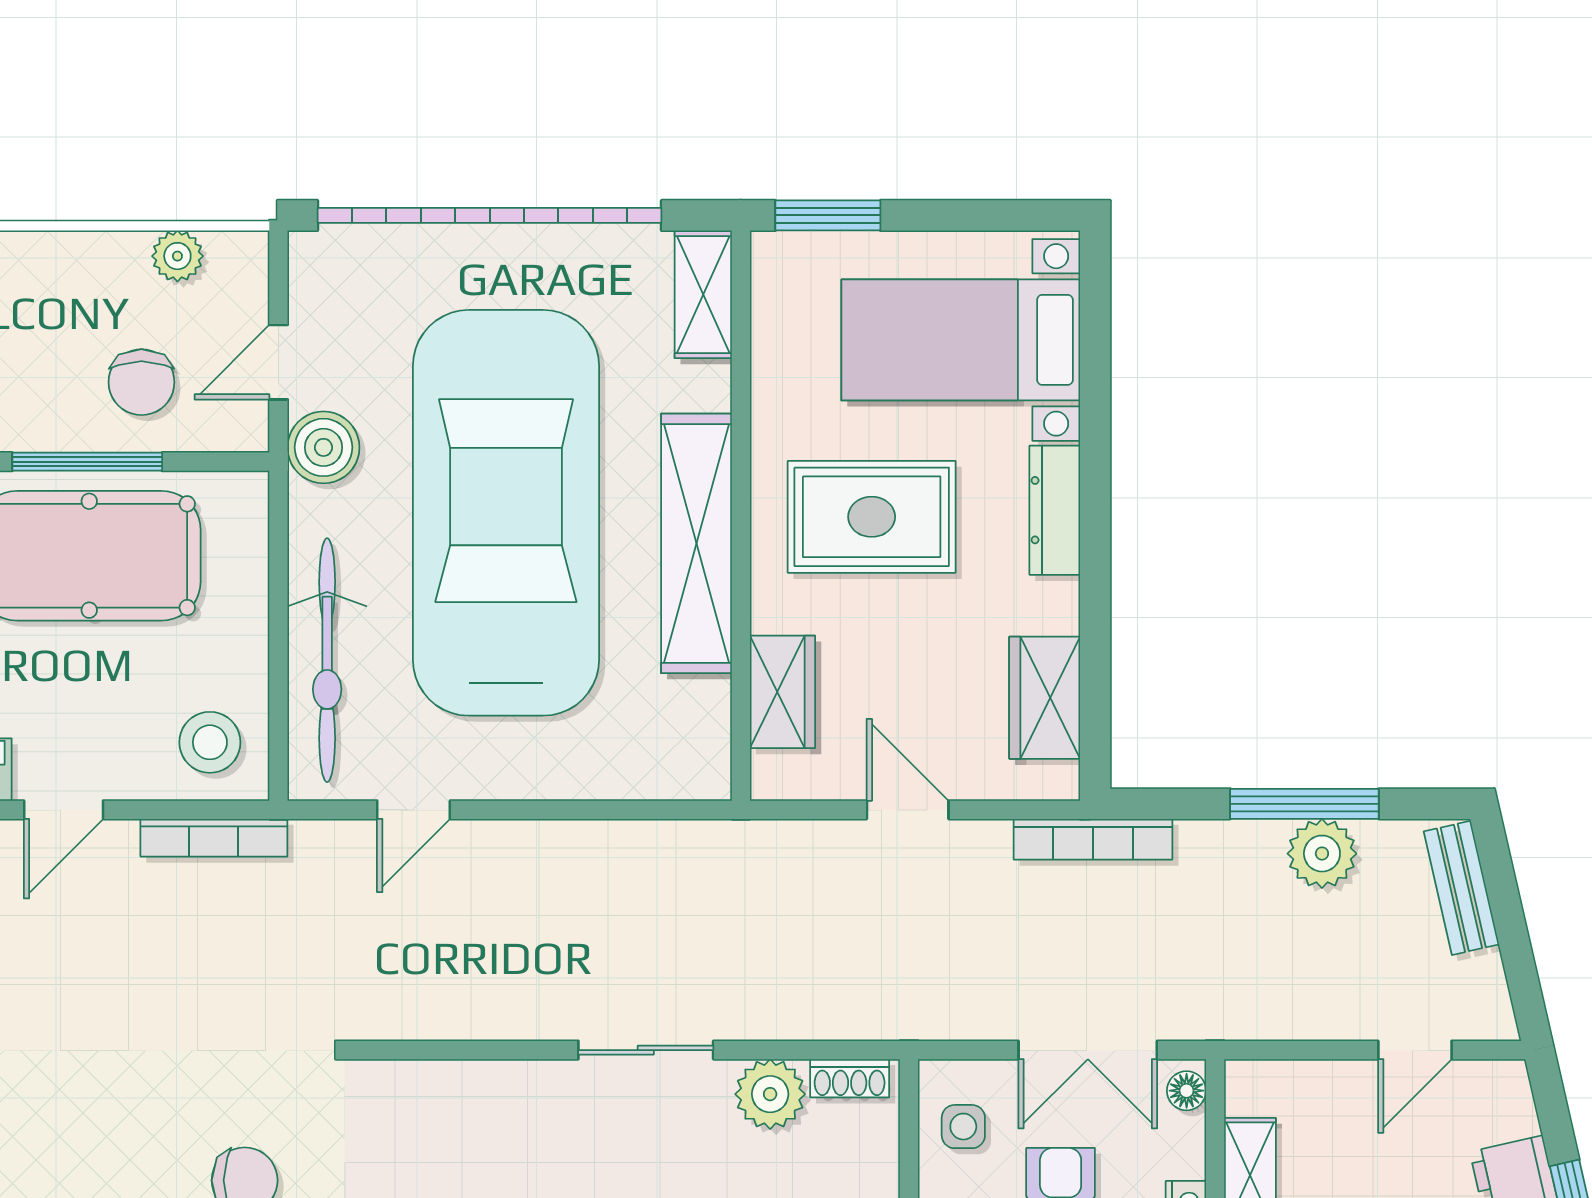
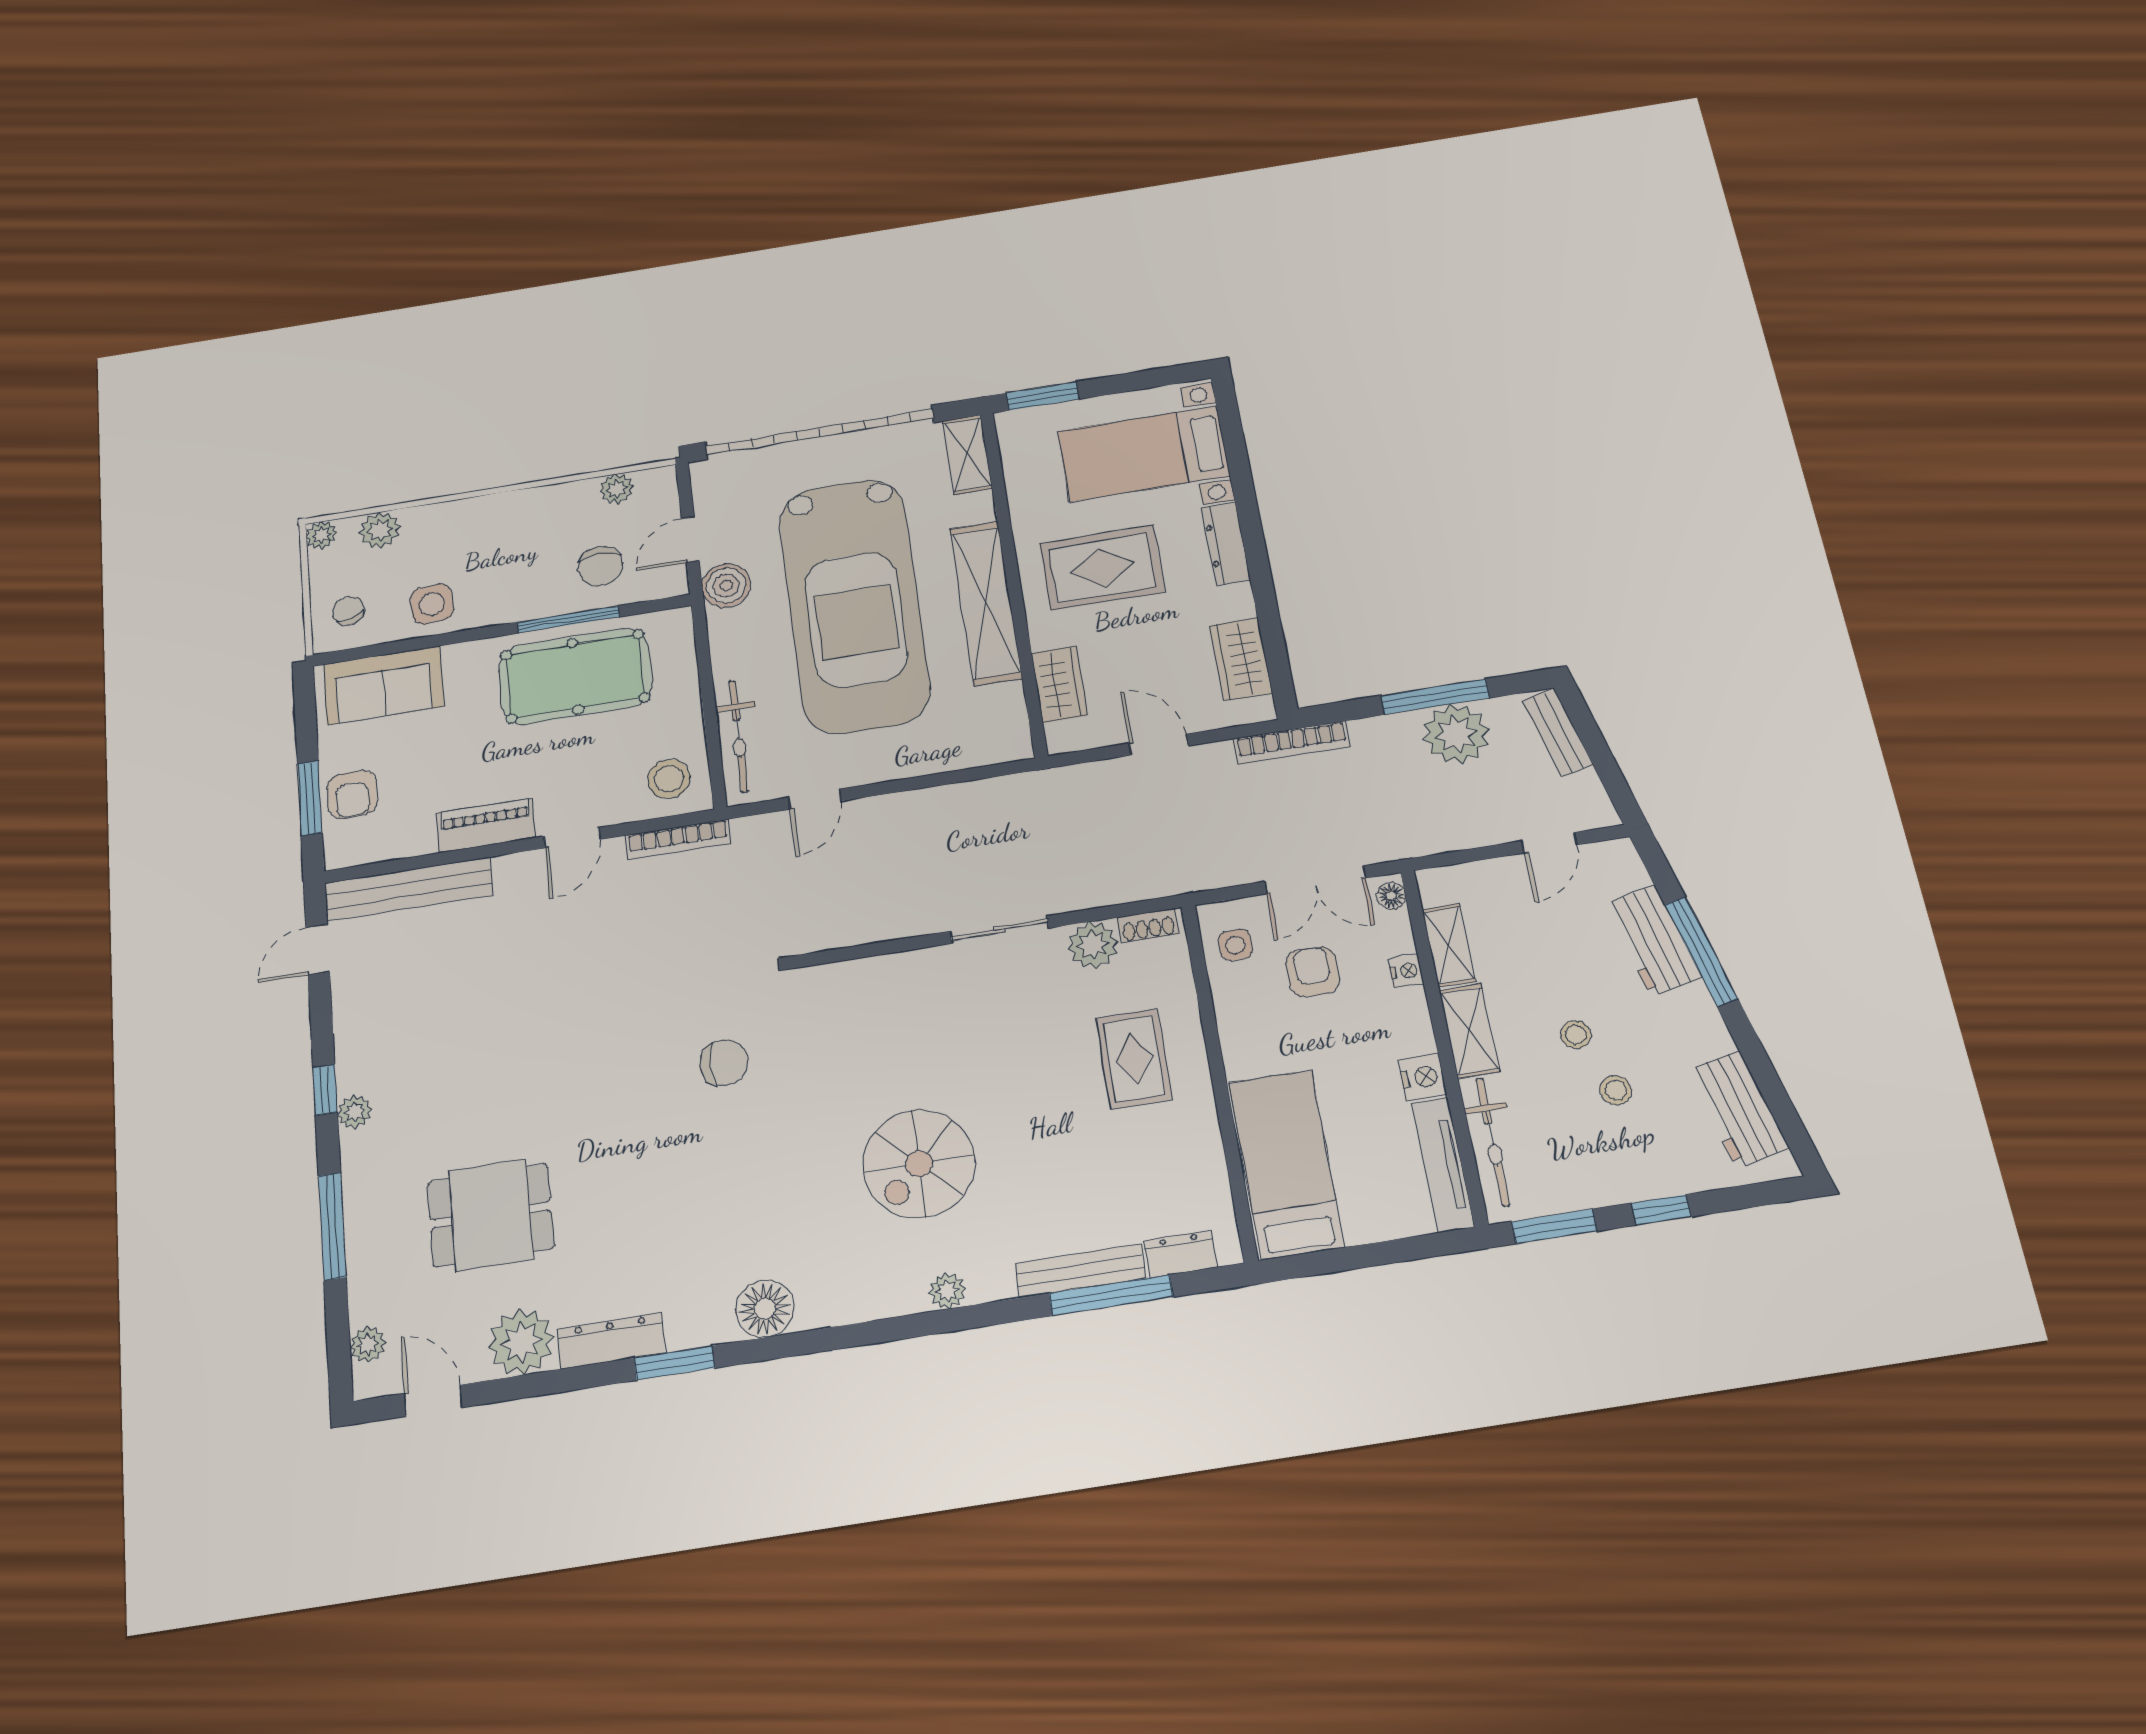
car: (506, 513) -> (854, 605), turned 180
bicycle: (327, 660) -> (738, 736), width x0.73, depth x0.71
plant: (1322, 854) -> (1456, 734), width x1.36, depth x1.36

